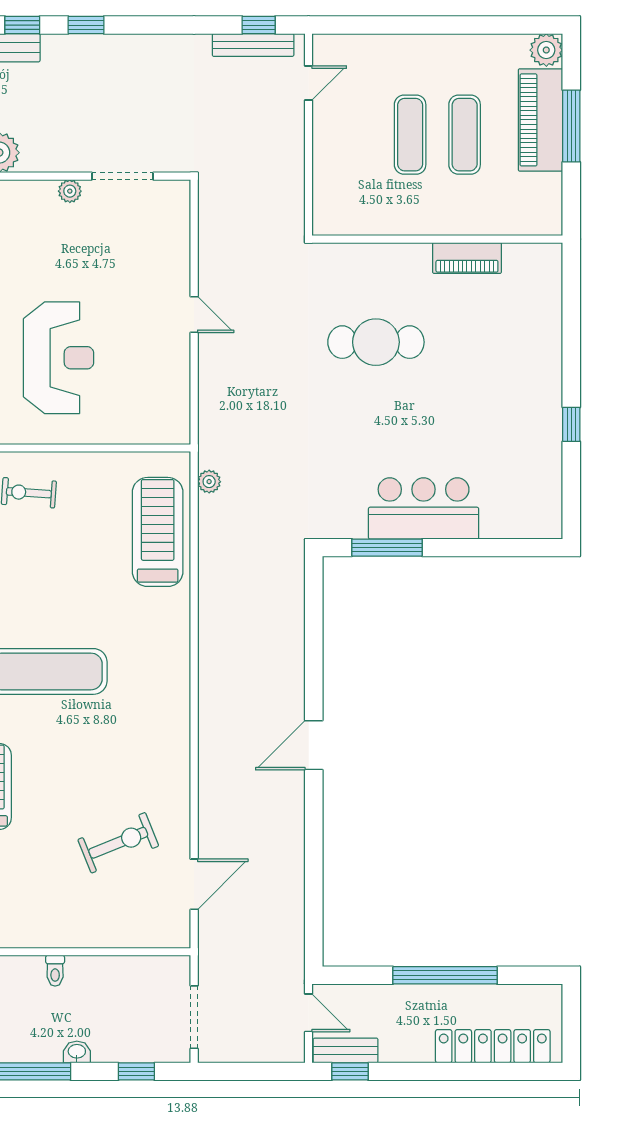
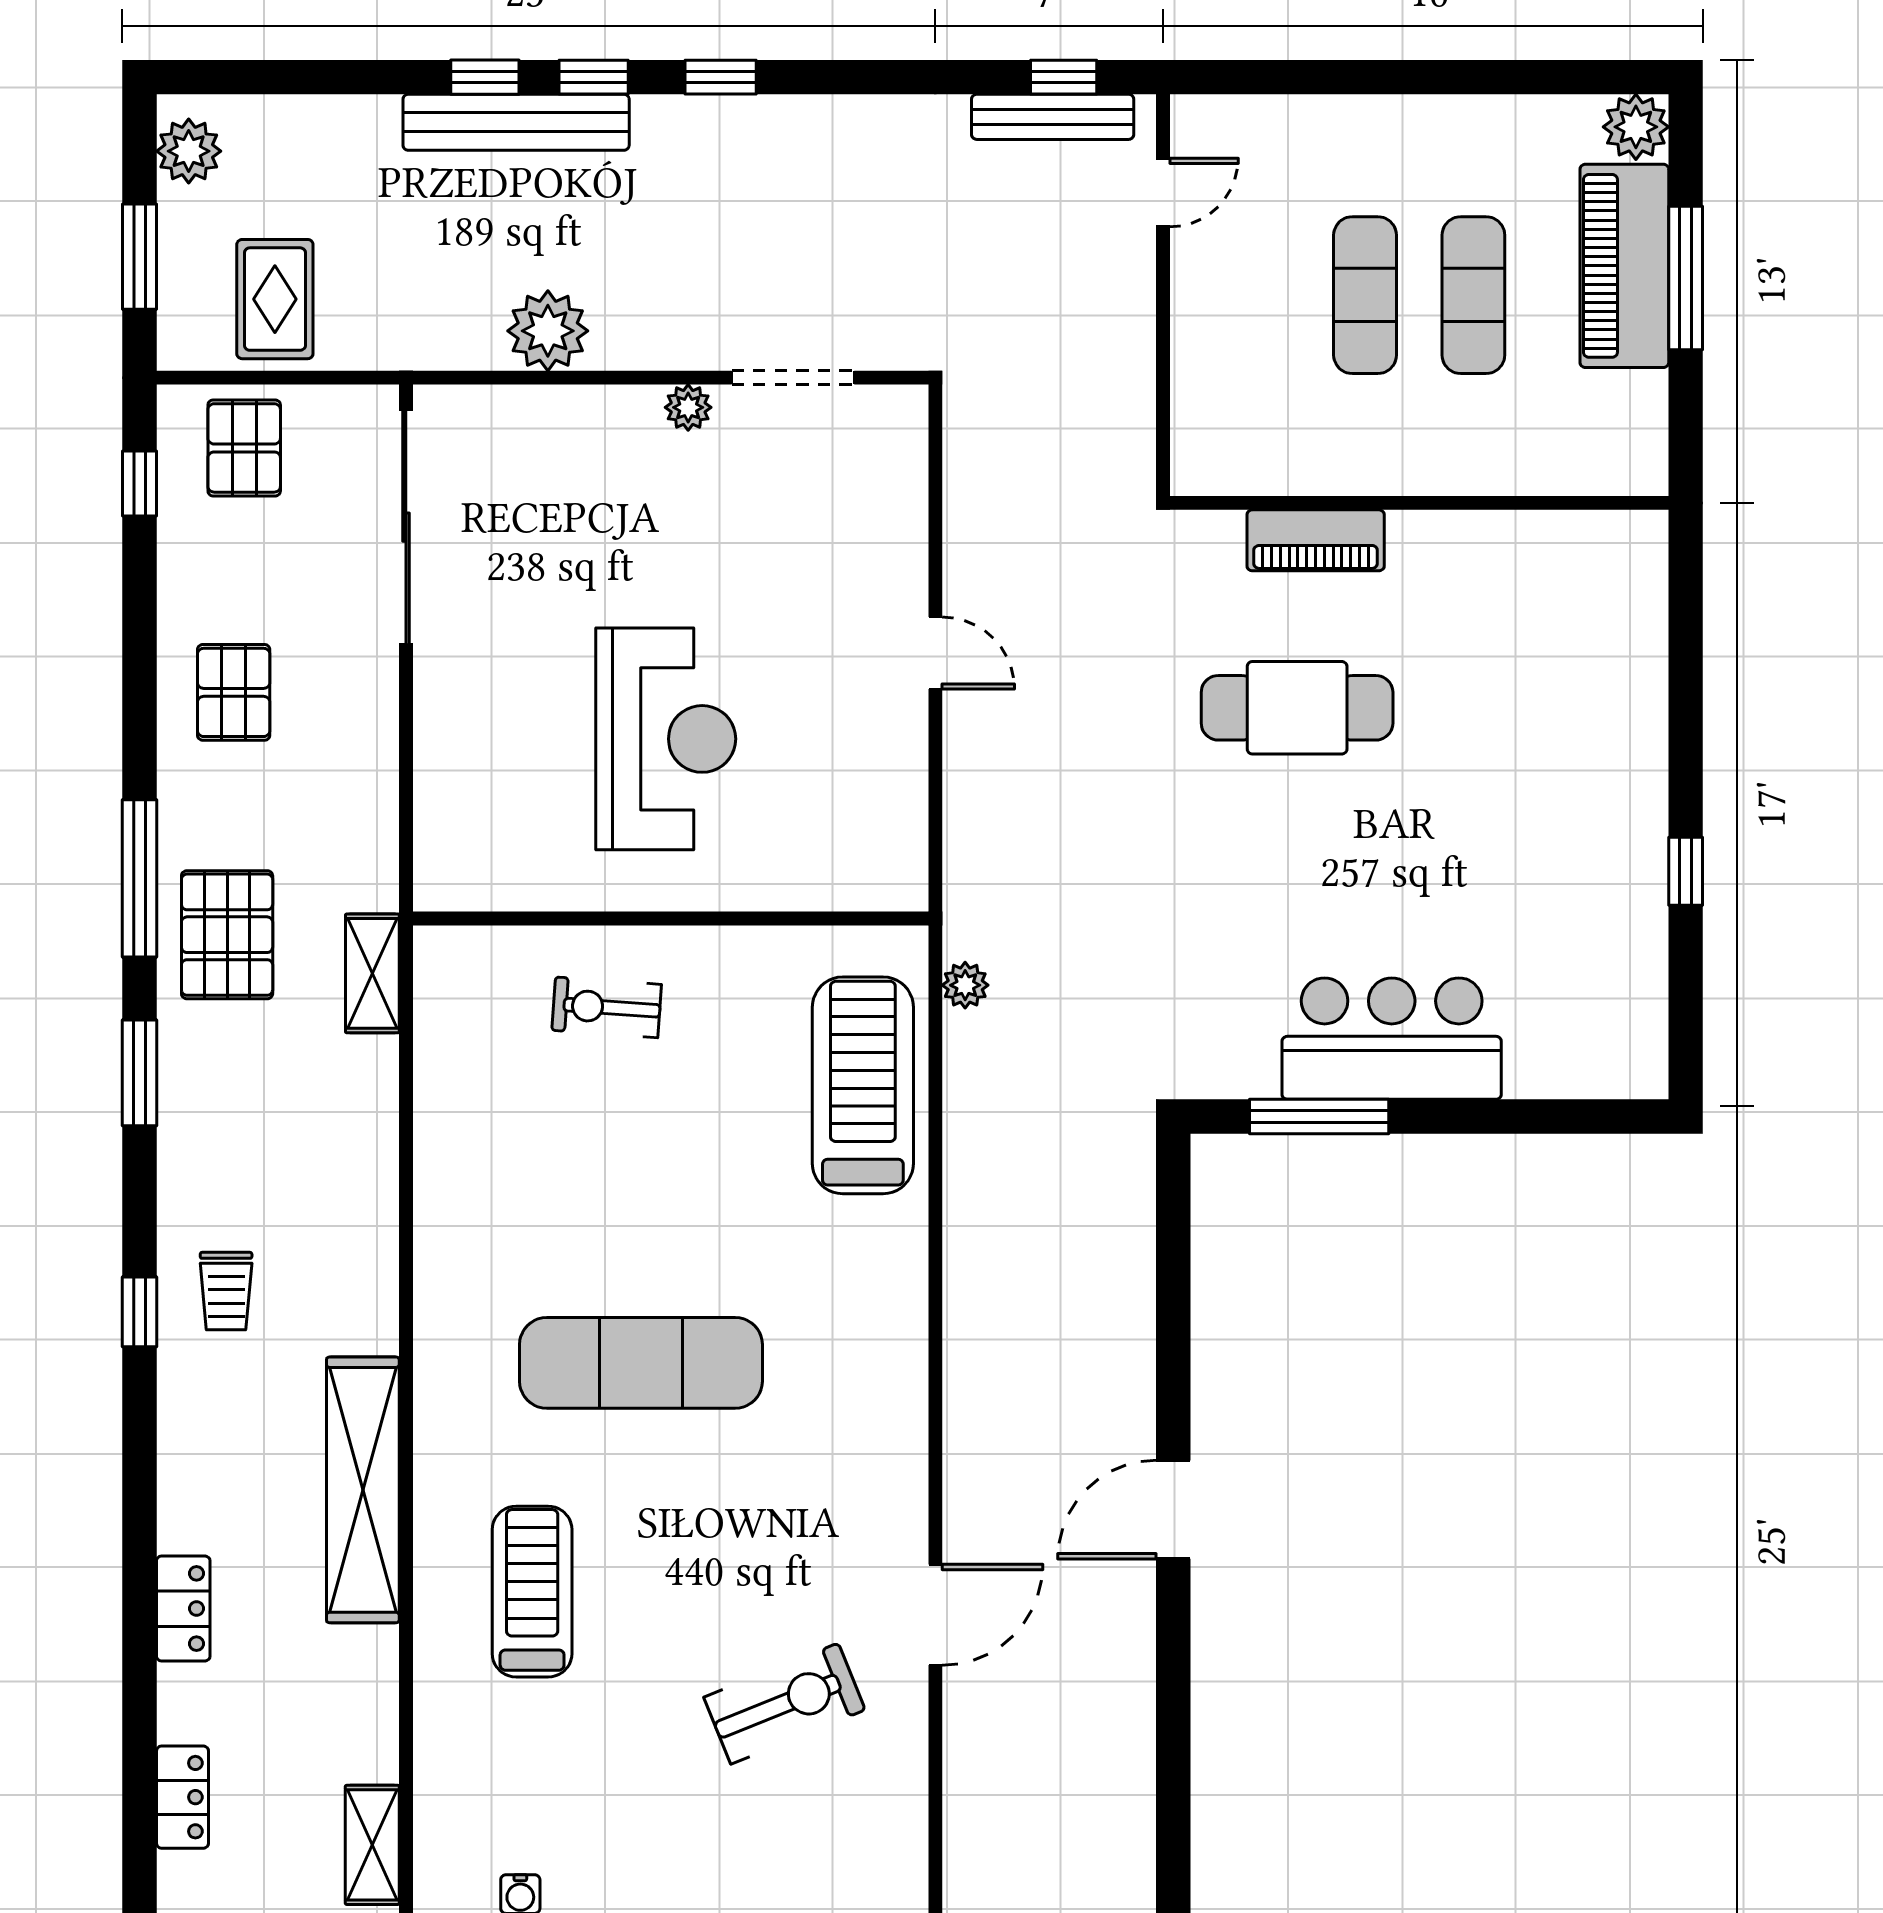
piano: (467, 258) -> (1316, 540), moved
door: (194, 884) -> (935, 1615), moved

